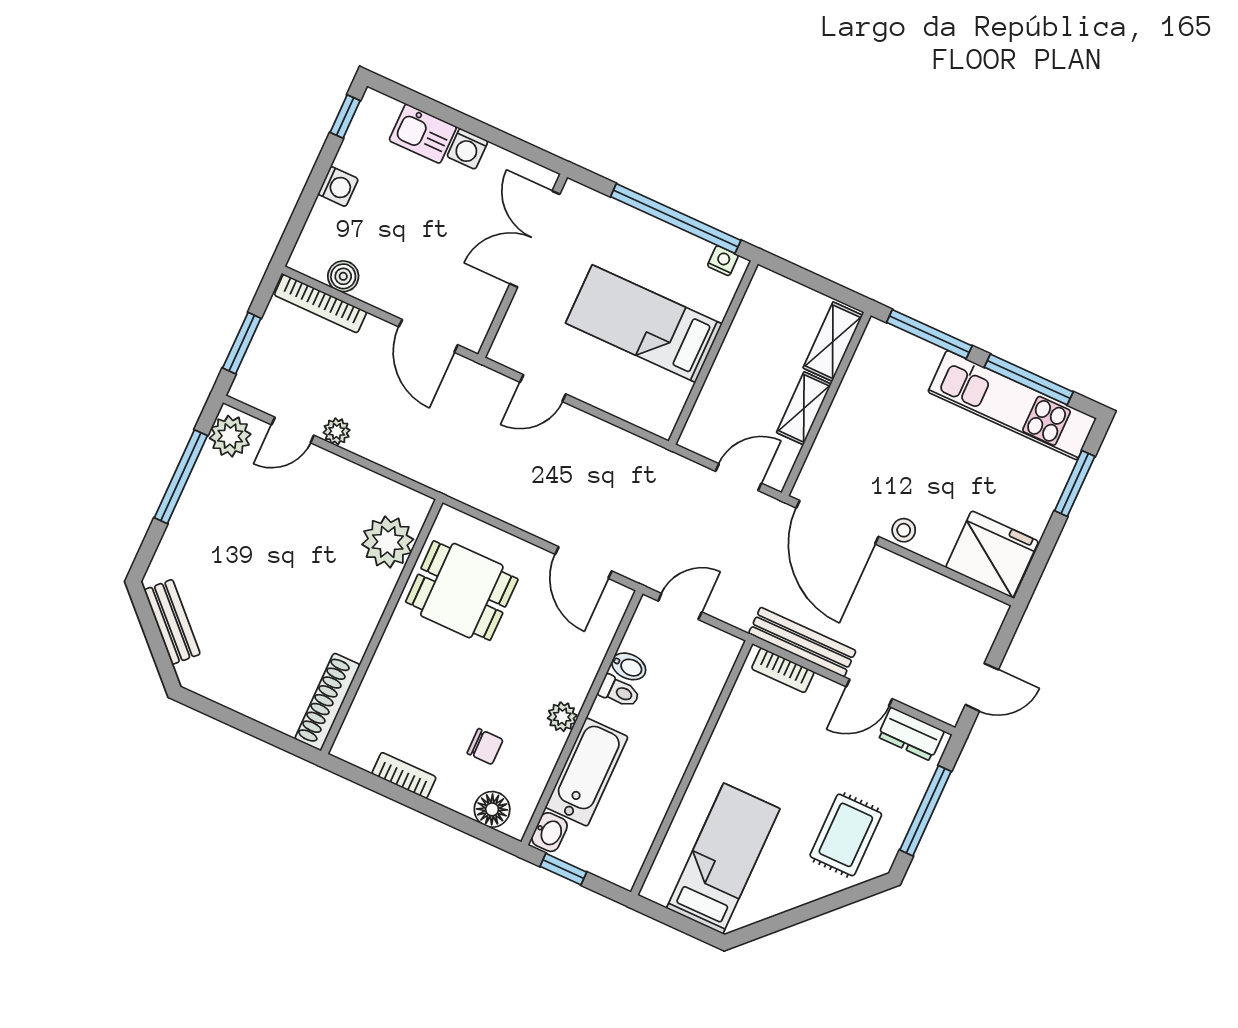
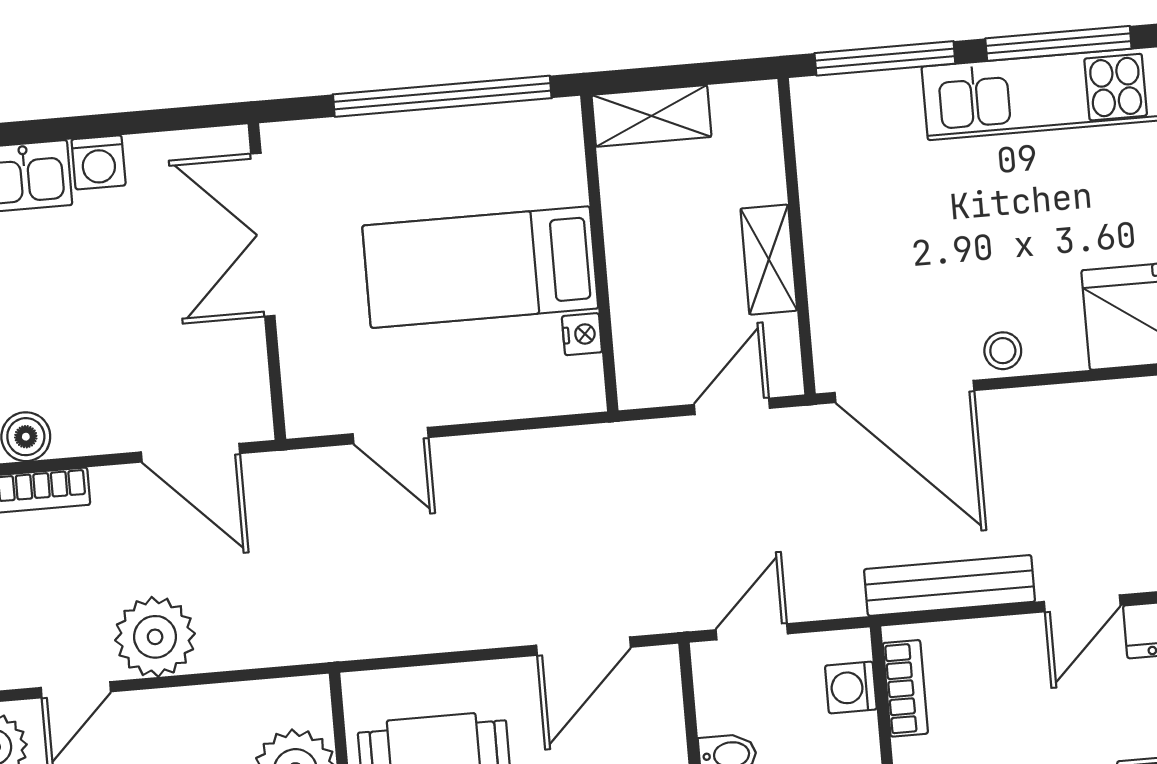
nightstand: (723, 261) -> (582, 334), moved, turned 90
shelving: (833, 342) -> (651, 116), moved, turned 90
door: (543, 388) -> (391, 436), hinge flipped
plant: (337, 431) -> (155, 637), width x1.88, depth x1.88
door: (583, 563) -> (583, 646), hinge flipped
washing machine: (717, 668) -> (851, 688), added
bookcase: (783, 670) -> (905, 688), moved, turned -90

